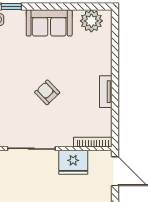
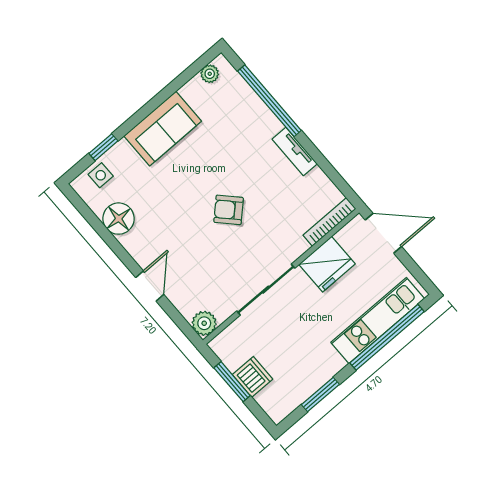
plant: (91, 21) -> (210, 74), width x0.53, depth x0.53
window: (115, 55) -> (269, 101), added

